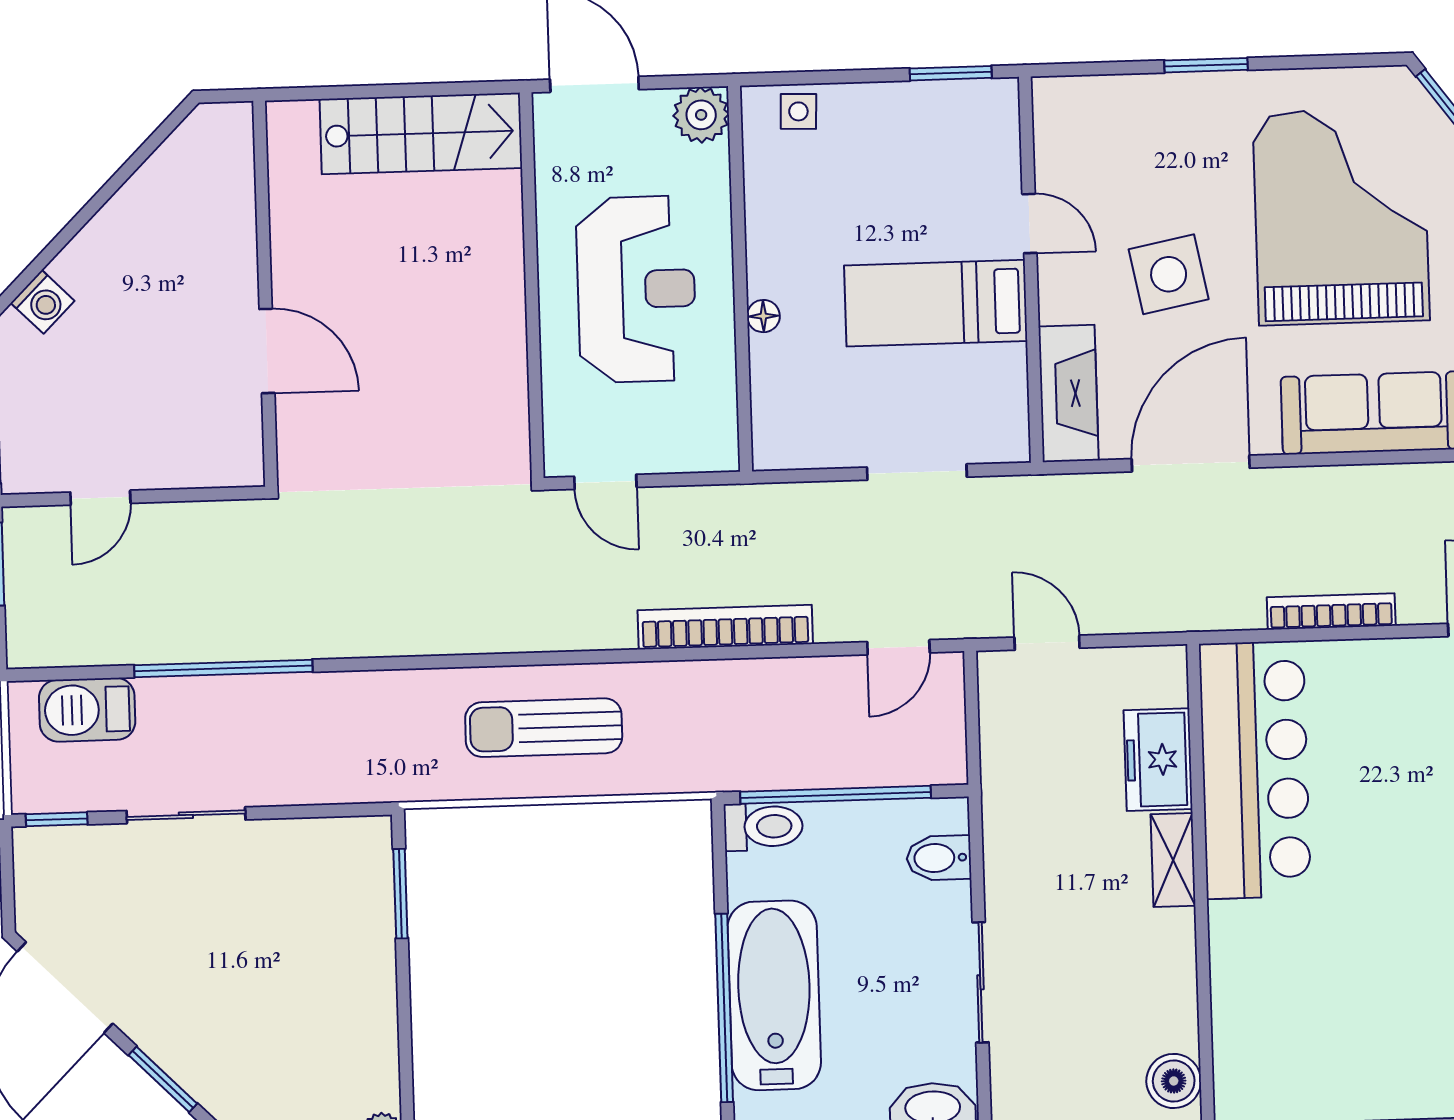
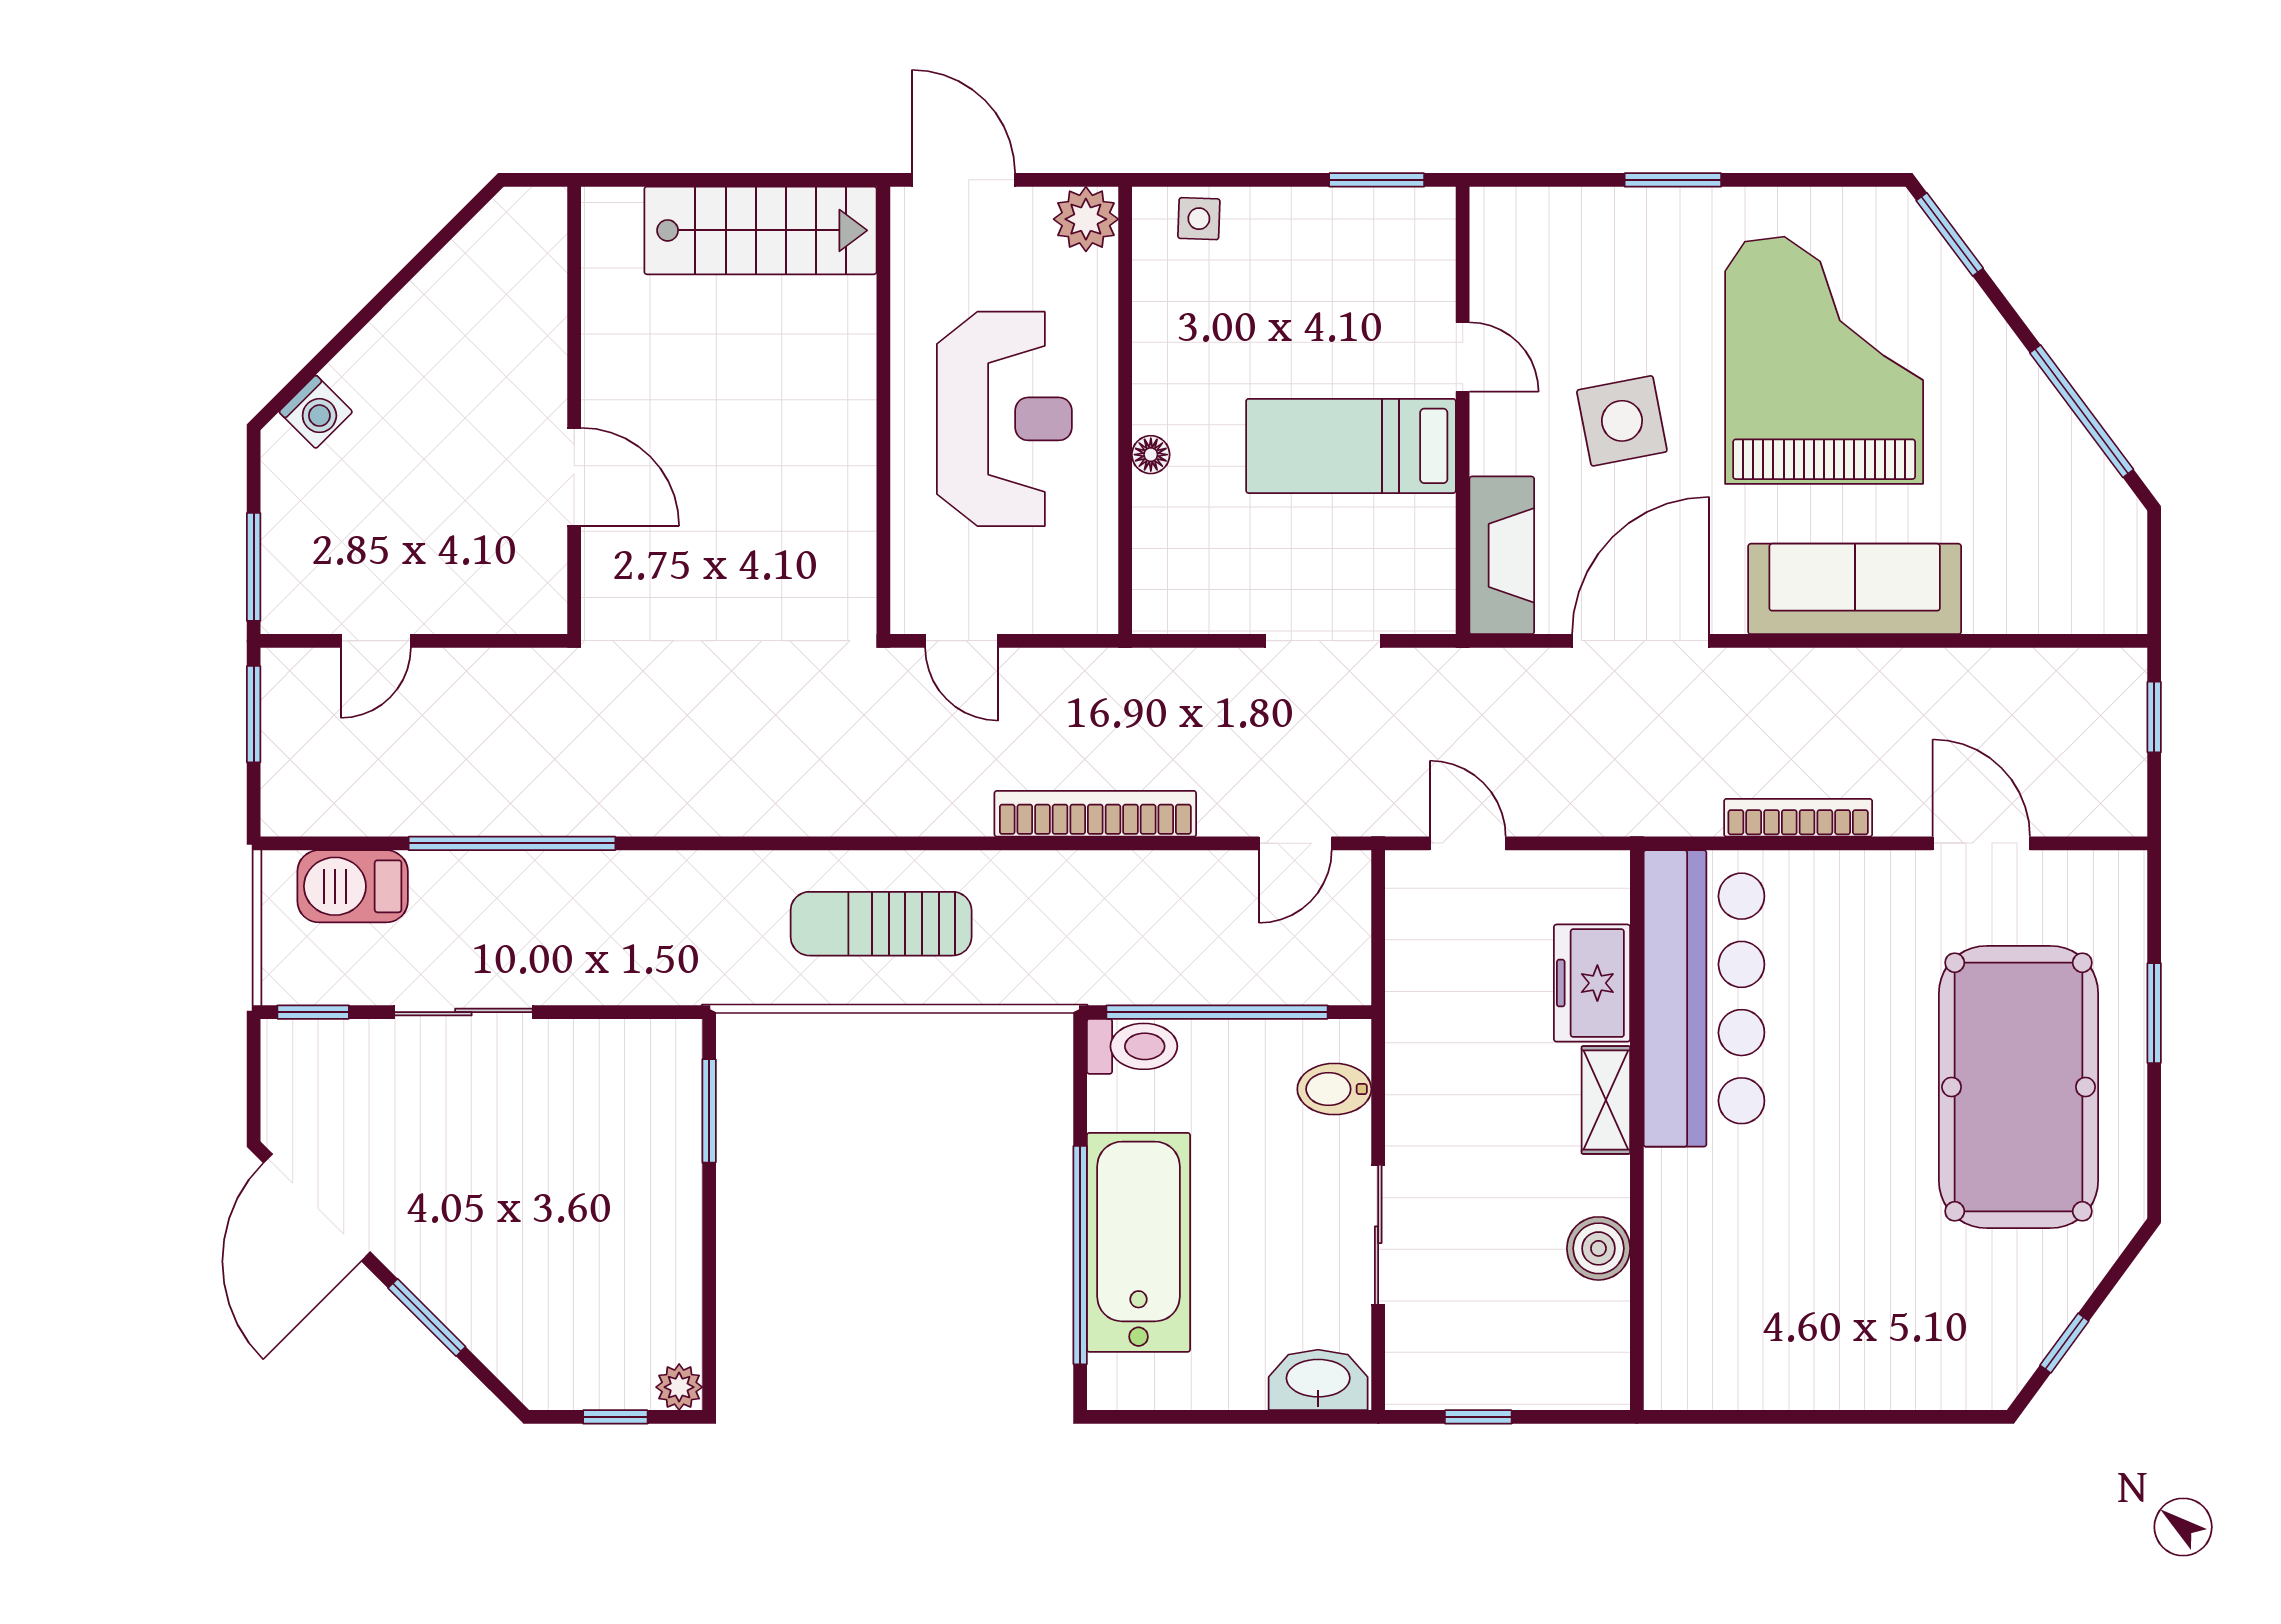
boiler: (1174, 1081) -> (1598, 1248), moved

